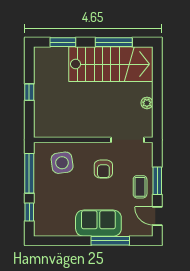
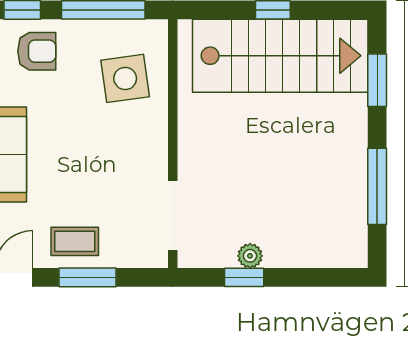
stairs: (111, 64) -> (280, 56), moved, turned -90
window: (157, 106) -> (244, 277), added
armchair: (103, 169) -> (37, 51), moved, turned 180

